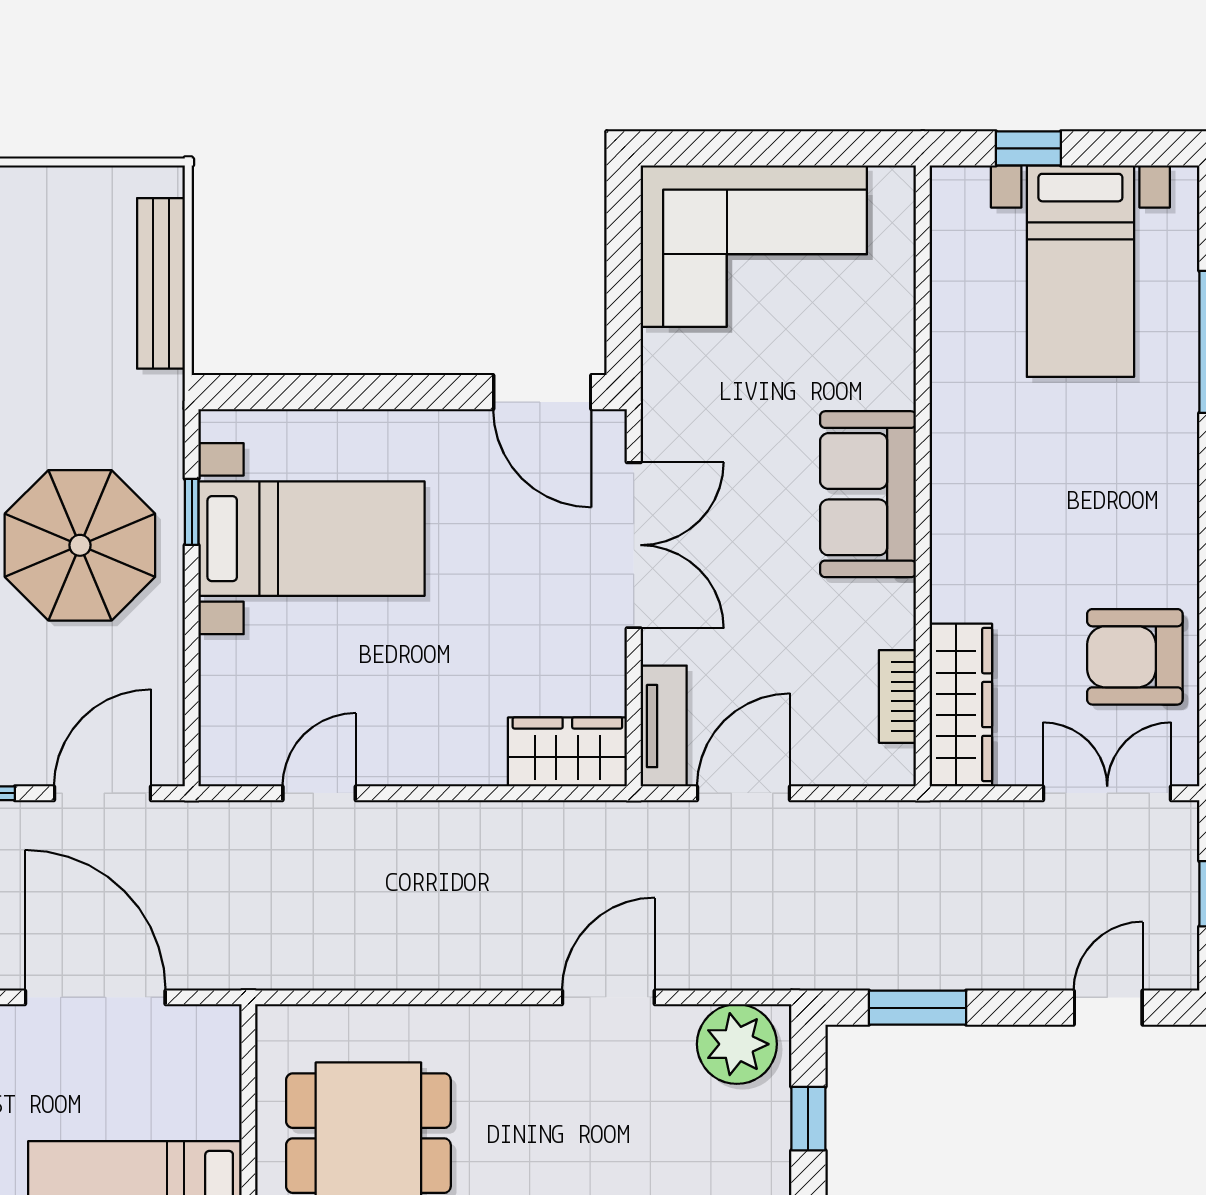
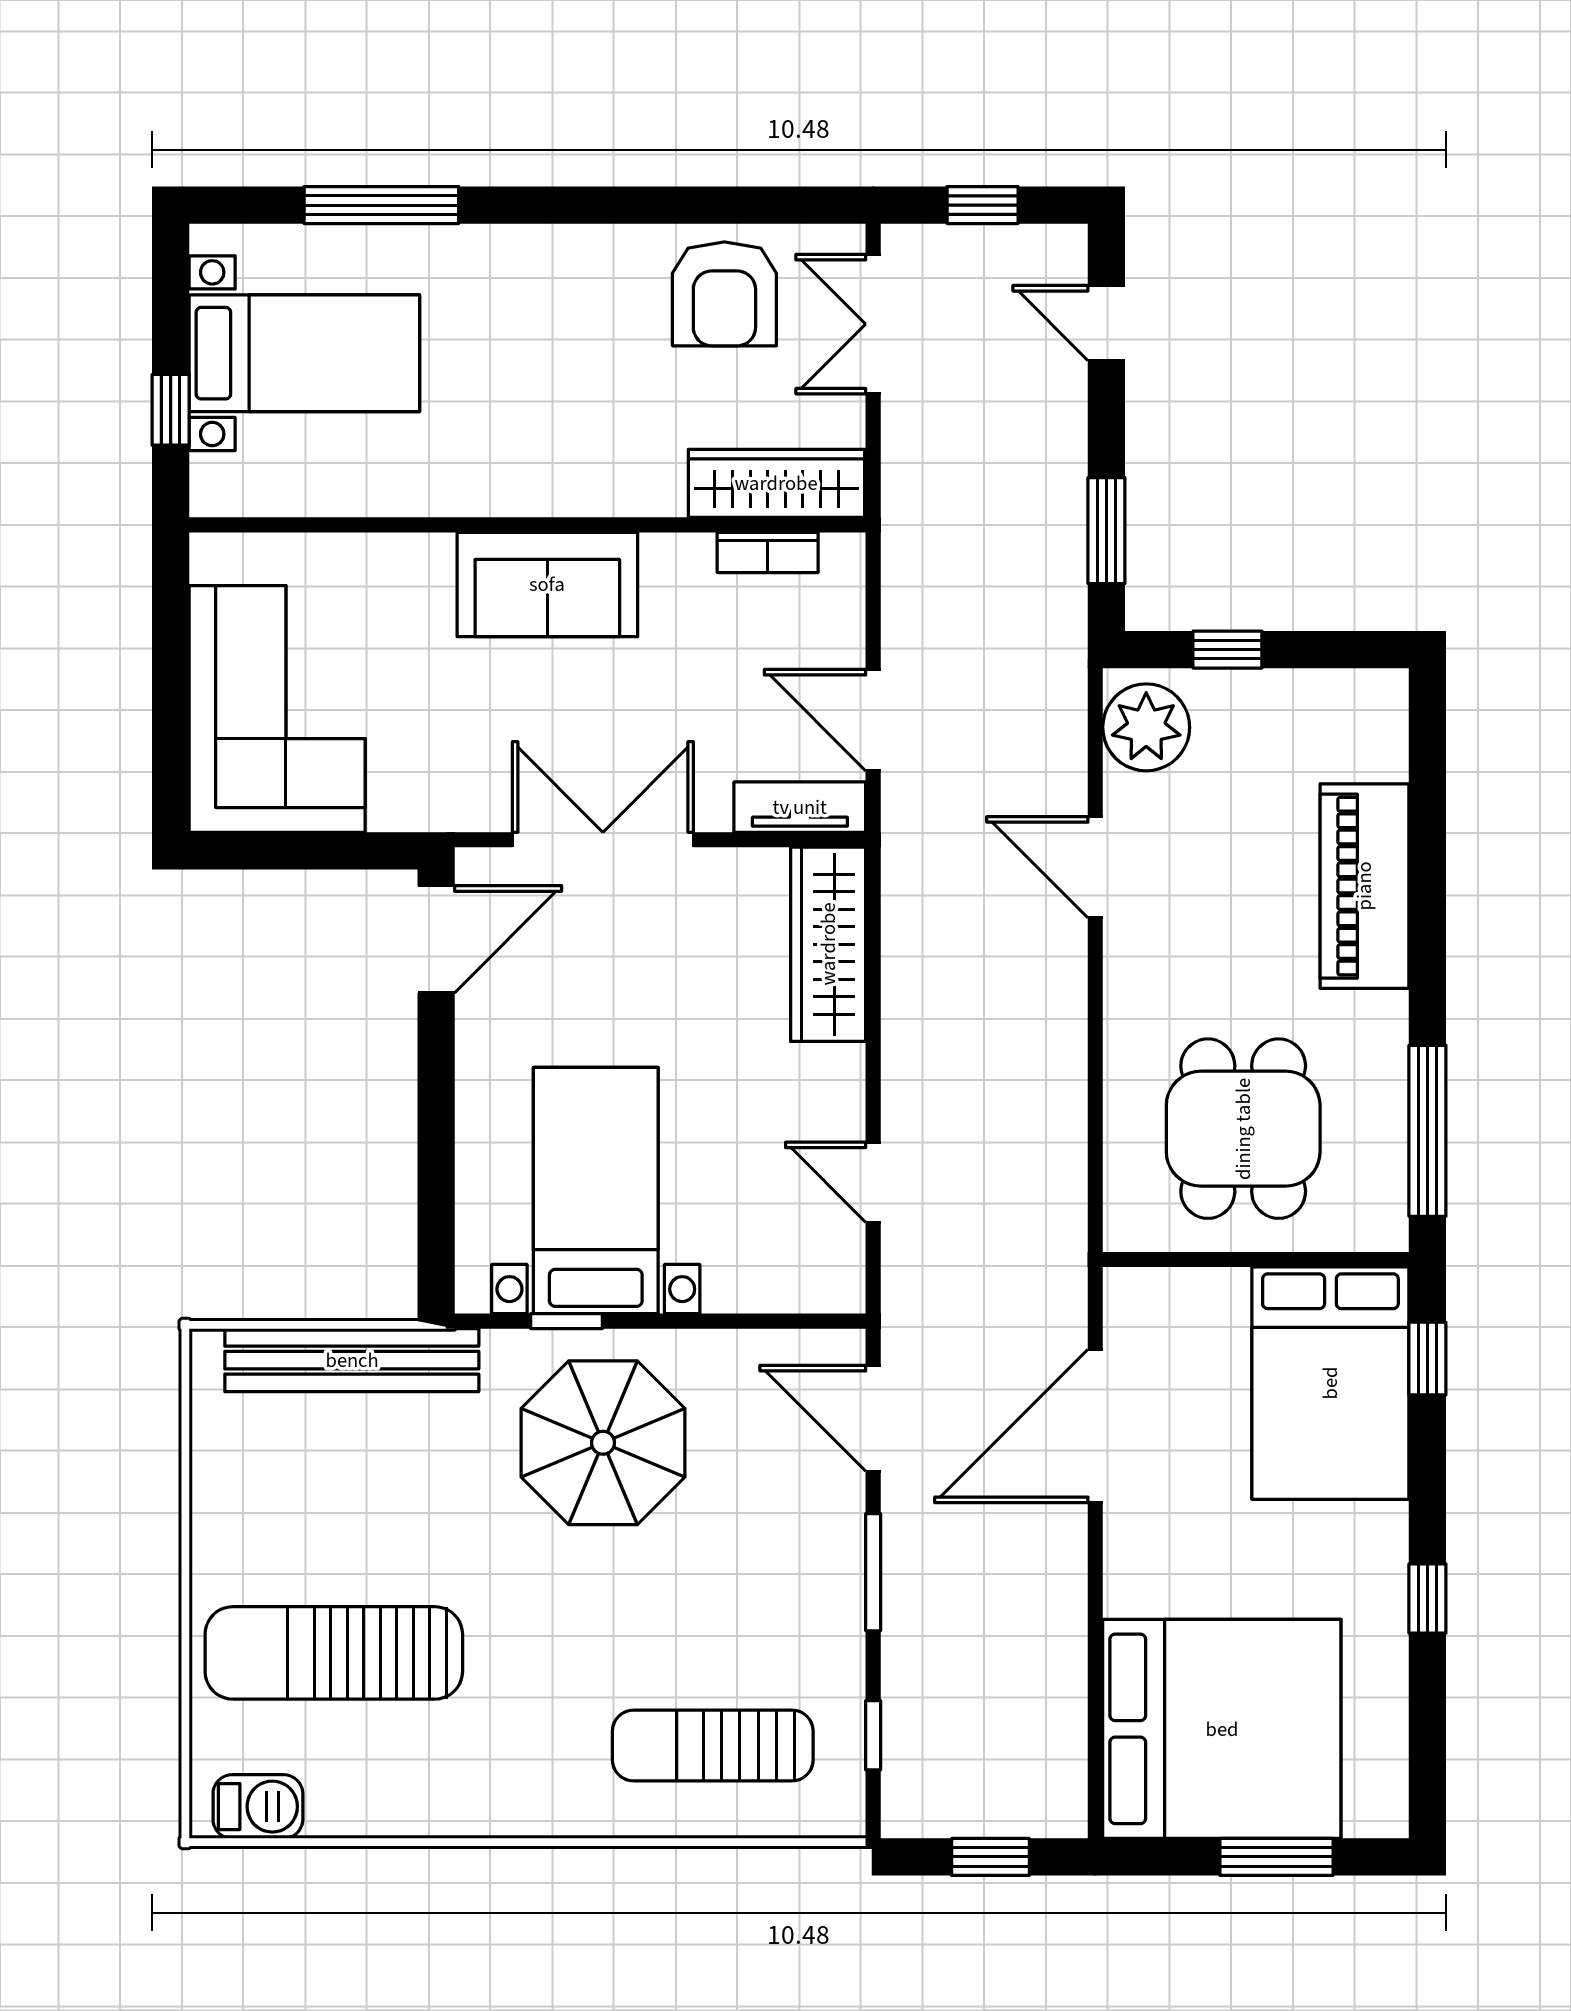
bench: (161, 283) -> (352, 1360), width x1.37, depth x1.21
wardrobe: (567, 752) -> (828, 944), width x1.50

